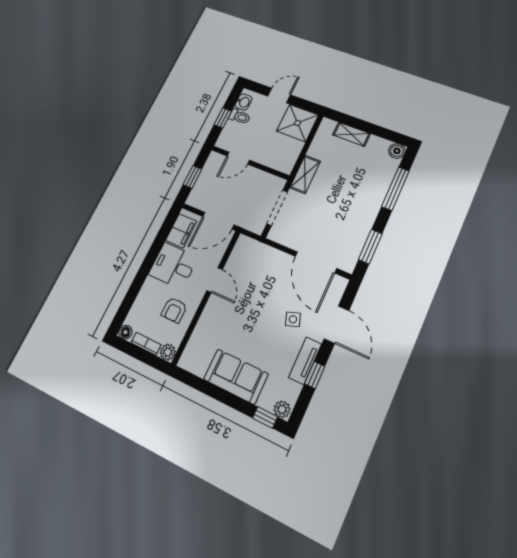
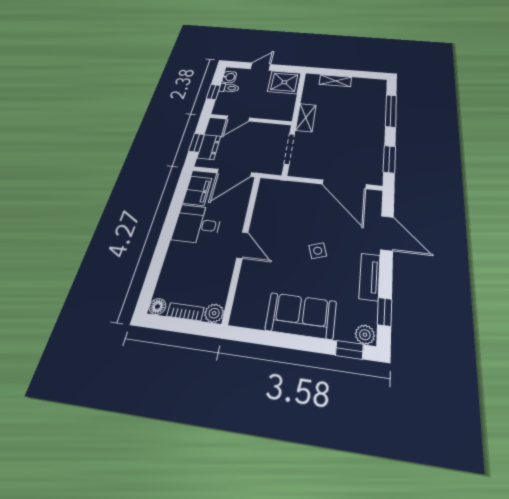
boiler: (397, 151) -> (379, 84), removed
dresser: (203, 185) -> (209, 147), added
door: (215, 280) -> (242, 245), moved
armchair: (174, 310) -> (210, 267), removed
side table: (293, 319) -> (318, 251), moved
window: (315, 375) -> (385, 312), moved

